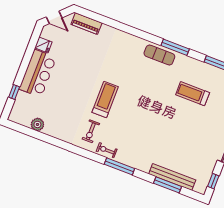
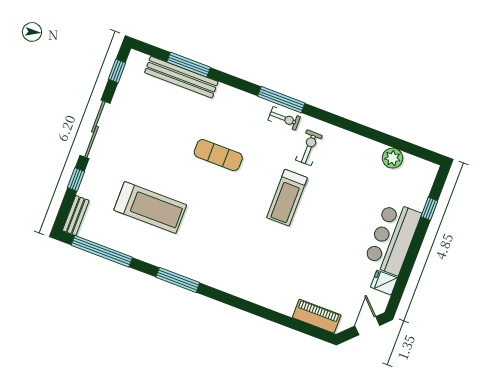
door: (54, 17) -> (367, 326), hinge flipped
exercise mat: (159, 55) -> (218, 155), moved
treadmill: (193, 94) -> (150, 207), width x1.37, depth x1.38
window: (119, 166) -> (281, 100), moved

